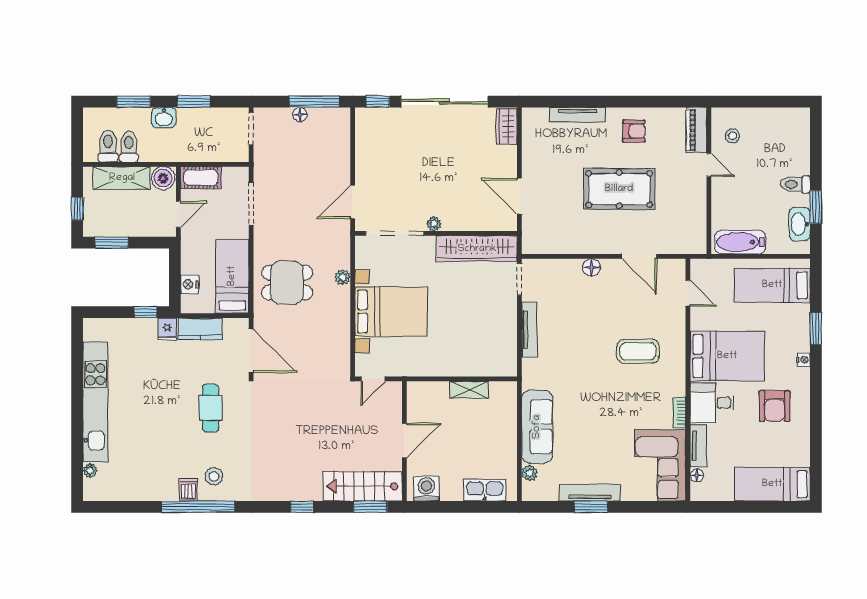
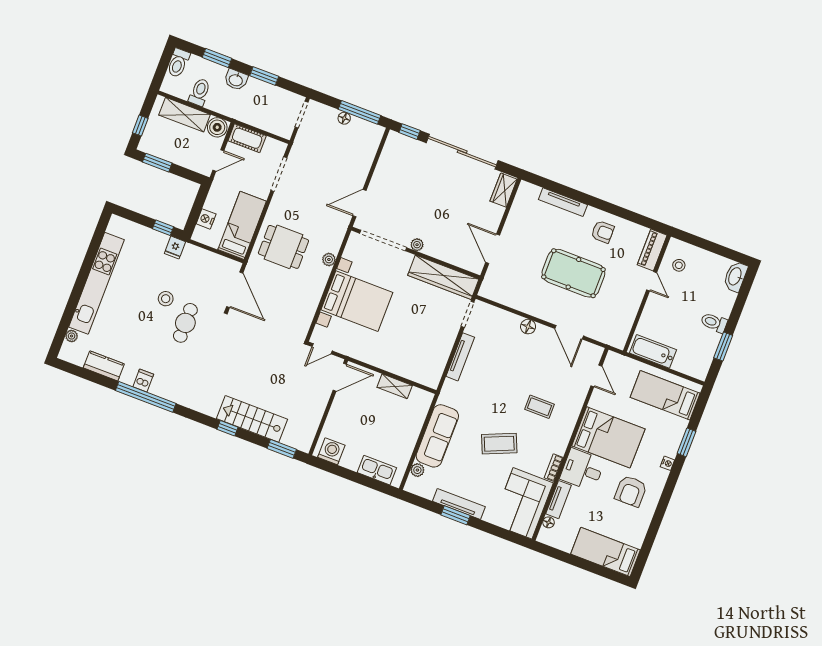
toilet: (108, 146) -> (178, 63), moved, turned 180
washbasin: (800, 224) -> (735, 276), moved
kitchen counter: (200, 329) -> (104, 366), moved, turned 180
coffee table: (638, 351) -> (539, 407), width x0.73, depth x0.77
coffee table: (609, 409) -> (499, 444), added
door: (404, 440) -> (340, 377), moved
stool: (214, 476) -> (166, 299), moved
stairs: (363, 486) -> (252, 419), moved

